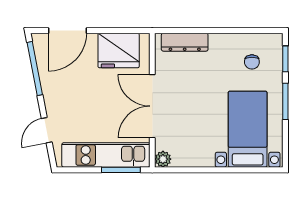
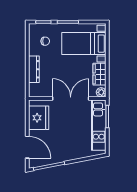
dresser: (185, 42) -> (34, 69), moved
double door: (152, 106) -> (71, 98), swing flipped
door: (47, 130) -> (85, 159), removed
wardrobe: (195, 156) -> (100, 74), added

